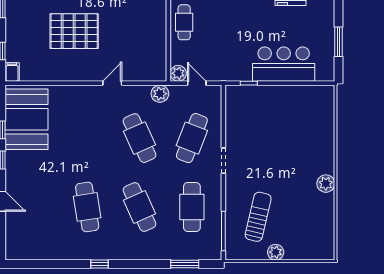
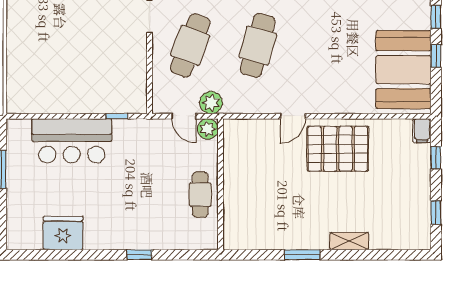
pallet: (74, 31) -> (338, 149), moved
plant: (160, 94) -> (211, 103), moved
cafe table: (140, 138) -> (258, 45), turned 39

